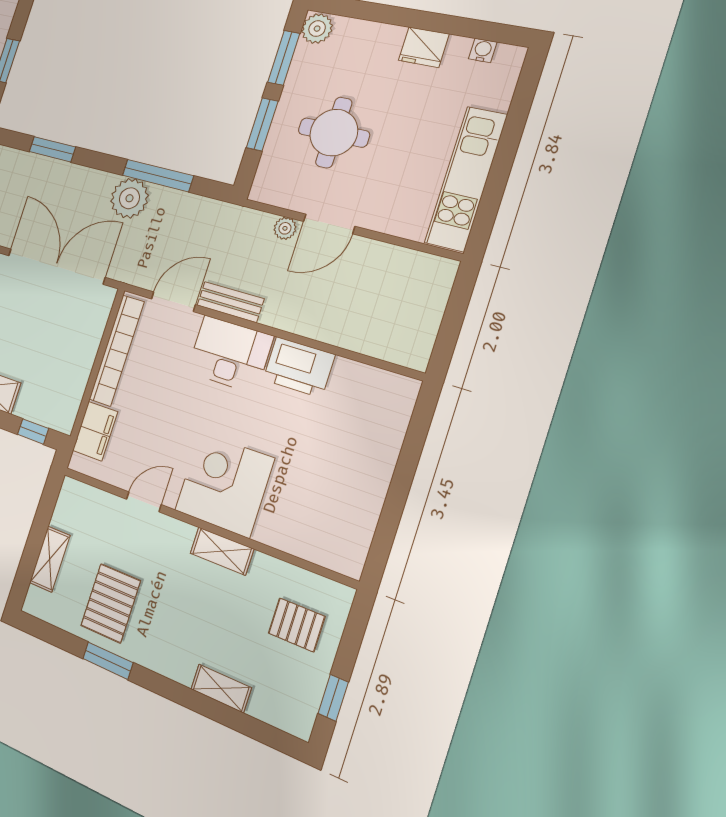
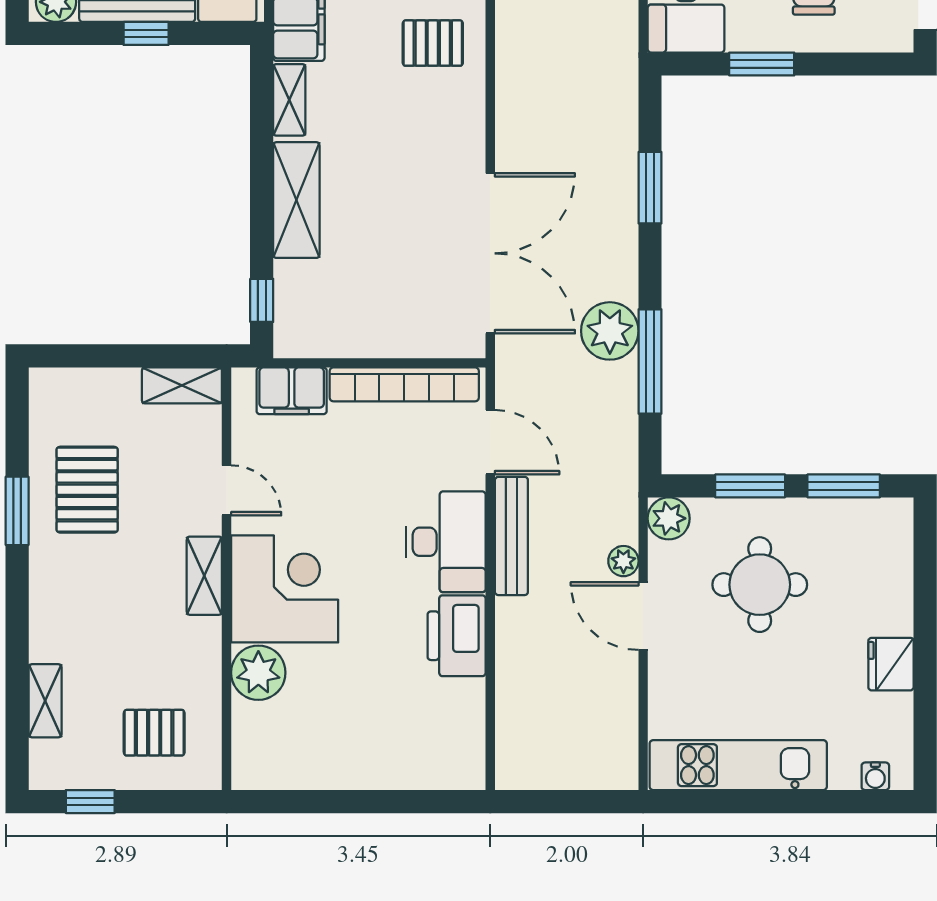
plant: (317, 29) -> (669, 518), moved
water cooler: (483, 50) -> (875, 776), moved, turned 90
bench: (230, 302) -> (511, 536), width x1.36
plant: (278, 527) -> (258, 673), added
shelving: (222, 551) -> (204, 576), moved
shelving: (50, 559) -> (182, 385), moved
pallet: (111, 603) -> (87, 490), turned 90
pallet: (297, 625) -> (154, 733), turned 90
shelving: (221, 688) -> (45, 701), moved

